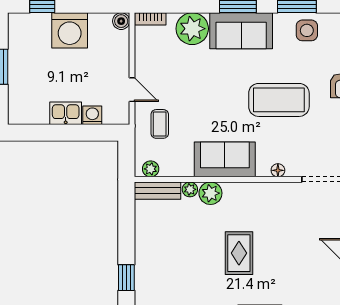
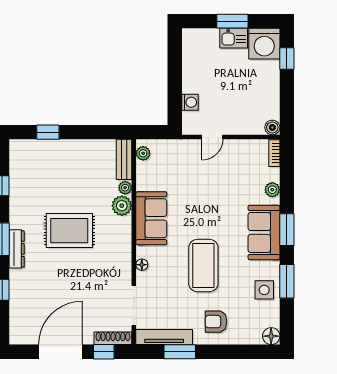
plant: (192, 29) -> (272, 190), width x0.53, depth x0.53
washing machine: (70, 30) -> (264, 44), moved, turned -90
kitchen sink: (66, 113) -> (234, 38), moved, turned 90
coffee table: (160, 124) -> (182, 161), removed
rug: (239, 253) -> (69, 231), width x1.36, depth x1.43

